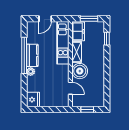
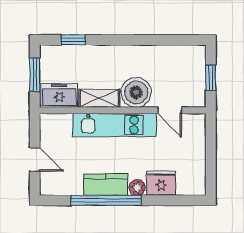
kitchen unit: (63, 43) -> (115, 125), moved
door: (70, 88) -> (170, 110), swing flipped
fridge: (33, 100) -> (161, 183), moved

